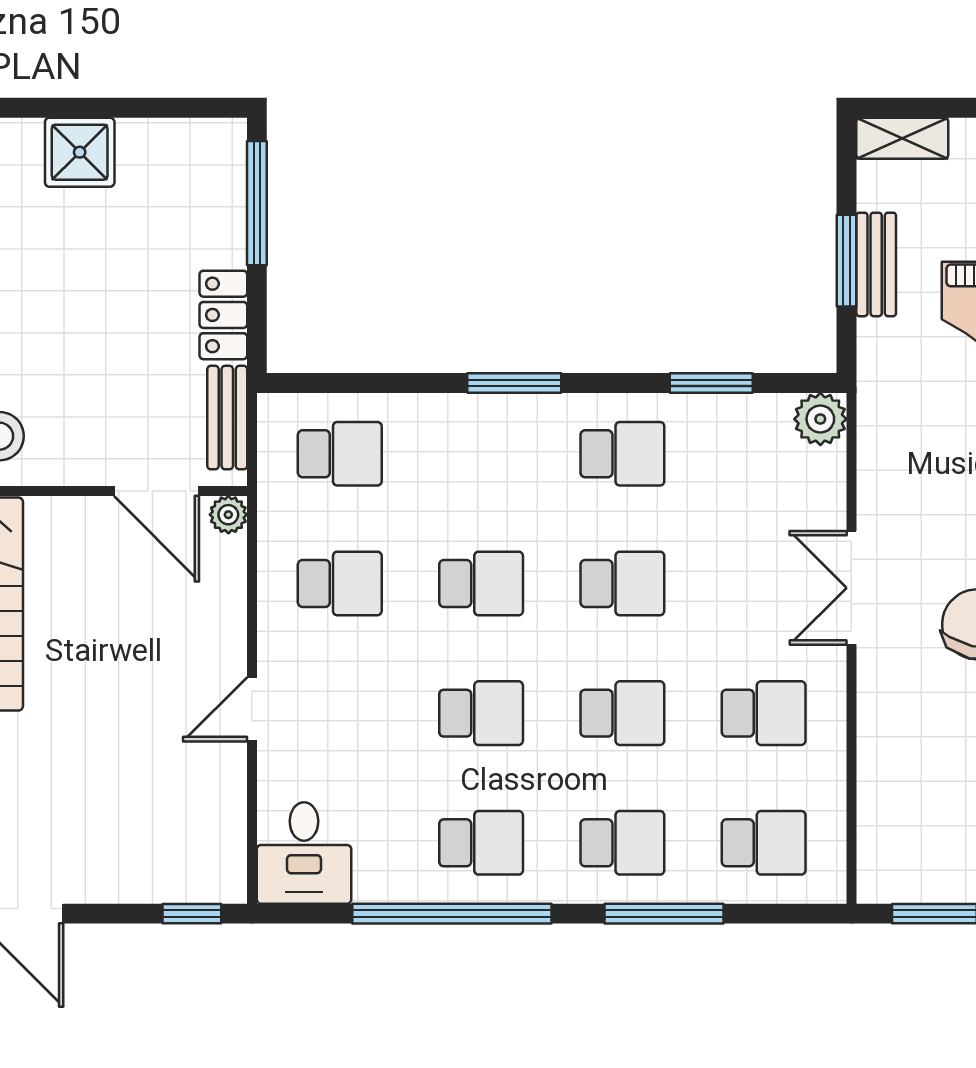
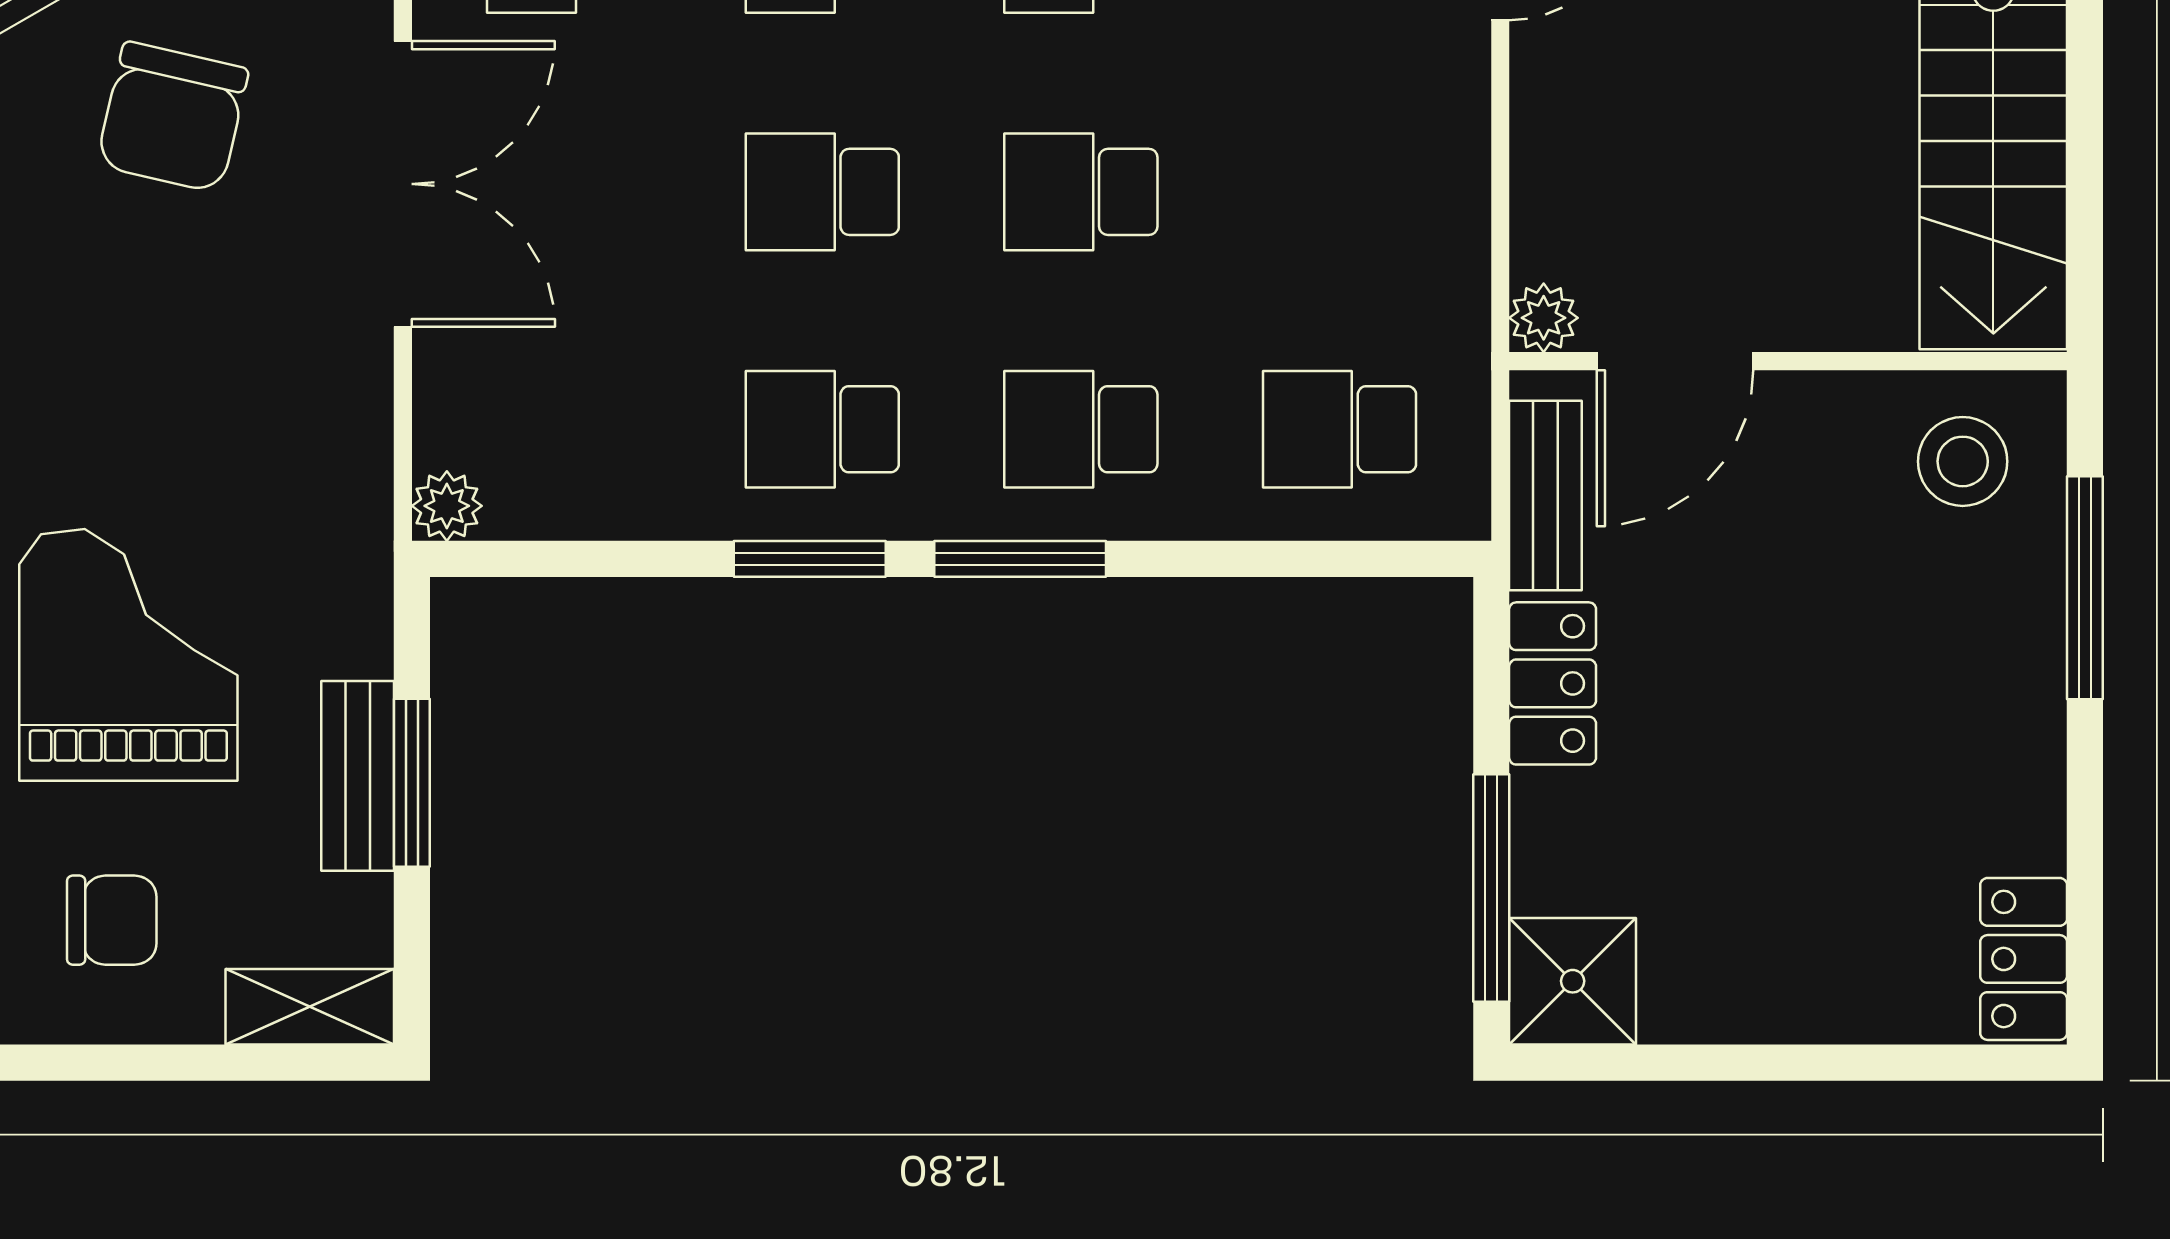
shower: (80, 152) -> (1573, 981), moved
window: (711, 383) -> (810, 559), moved
plant: (820, 419) -> (447, 506), width x0.73, depth x0.73
door: (156, 491) -> (1675, 361), swing flipped
school desk: (340, 583) -> (1081, 429), moved
double door: (851, 588) -> (403, 184), width x1.37

